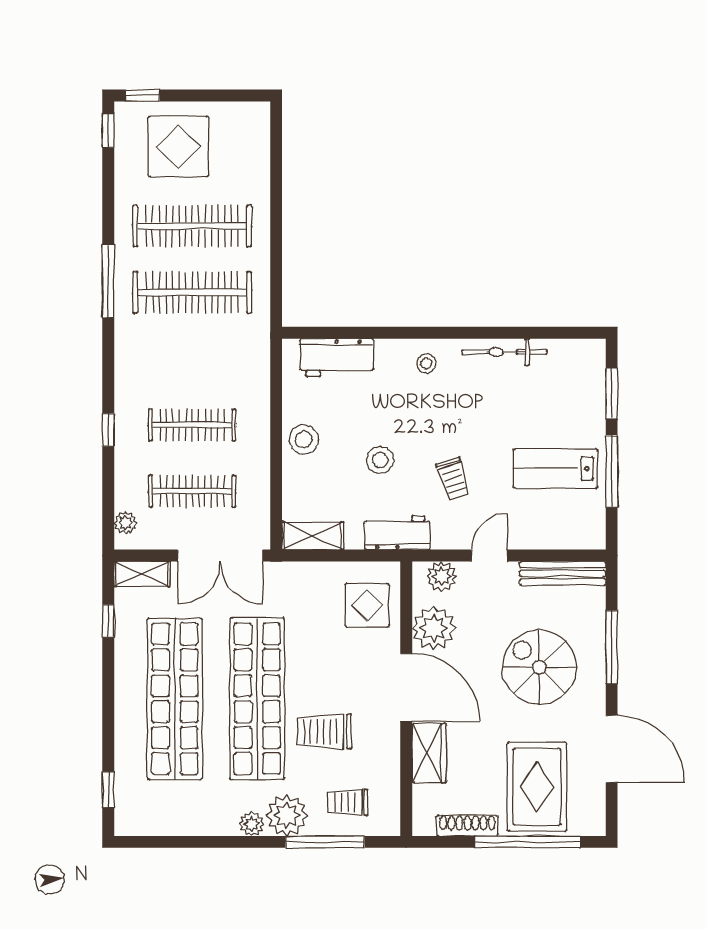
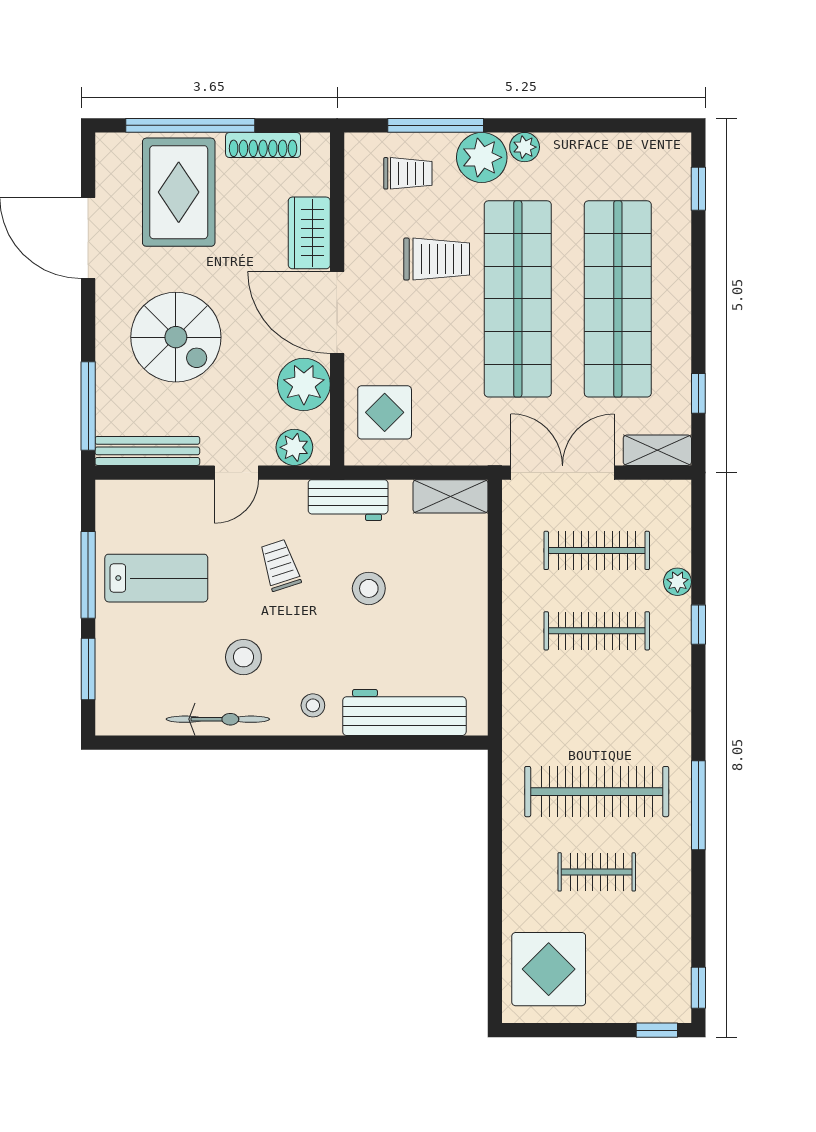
display table: (178, 147) -> (549, 969), moved
clothes rail: (192, 226) -> (597, 872), width x0.54, depth x0.76
workbench: (337, 358) -> (404, 712), width x1.38
stool: (304, 439) -> (243, 657), moved
plant: (125, 523) -> (678, 582), moved
window: (612, 647) -> (88, 406), moved

